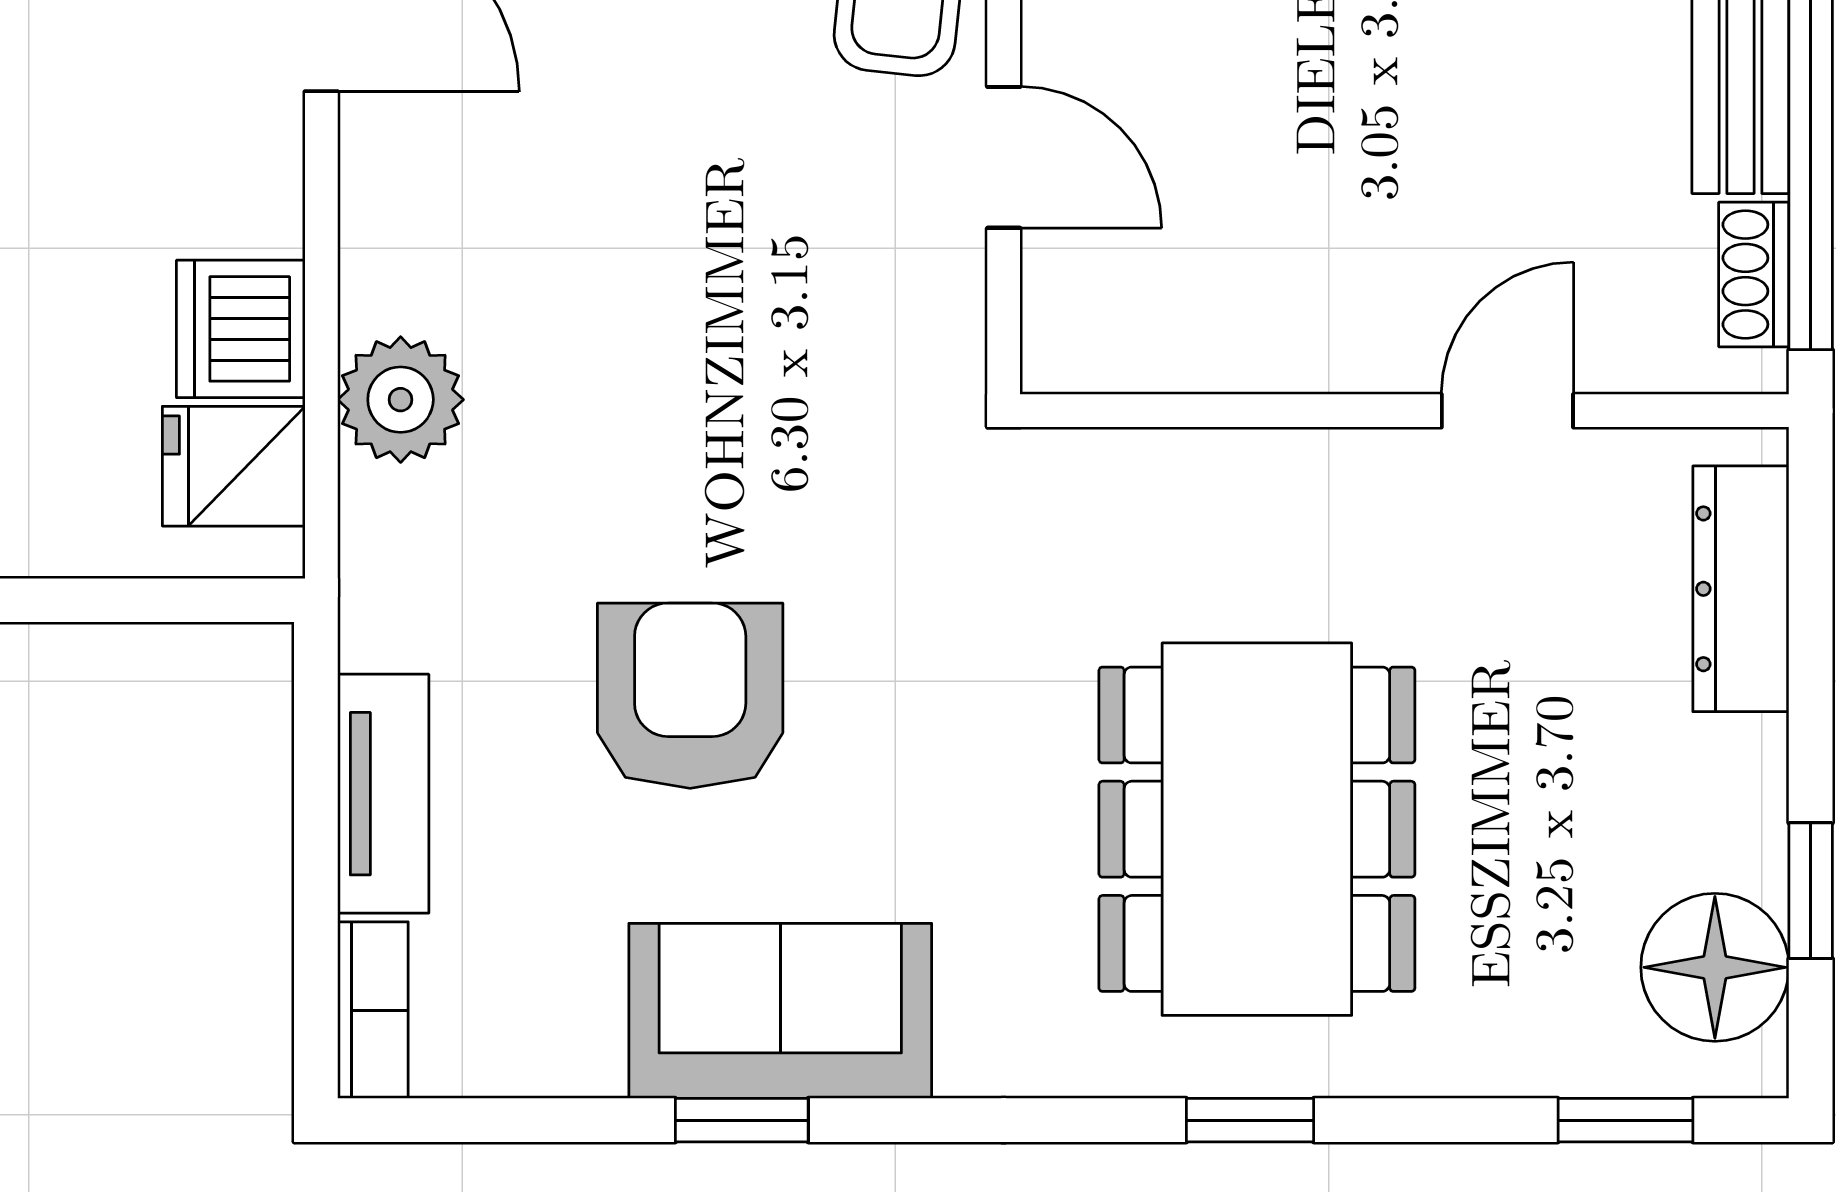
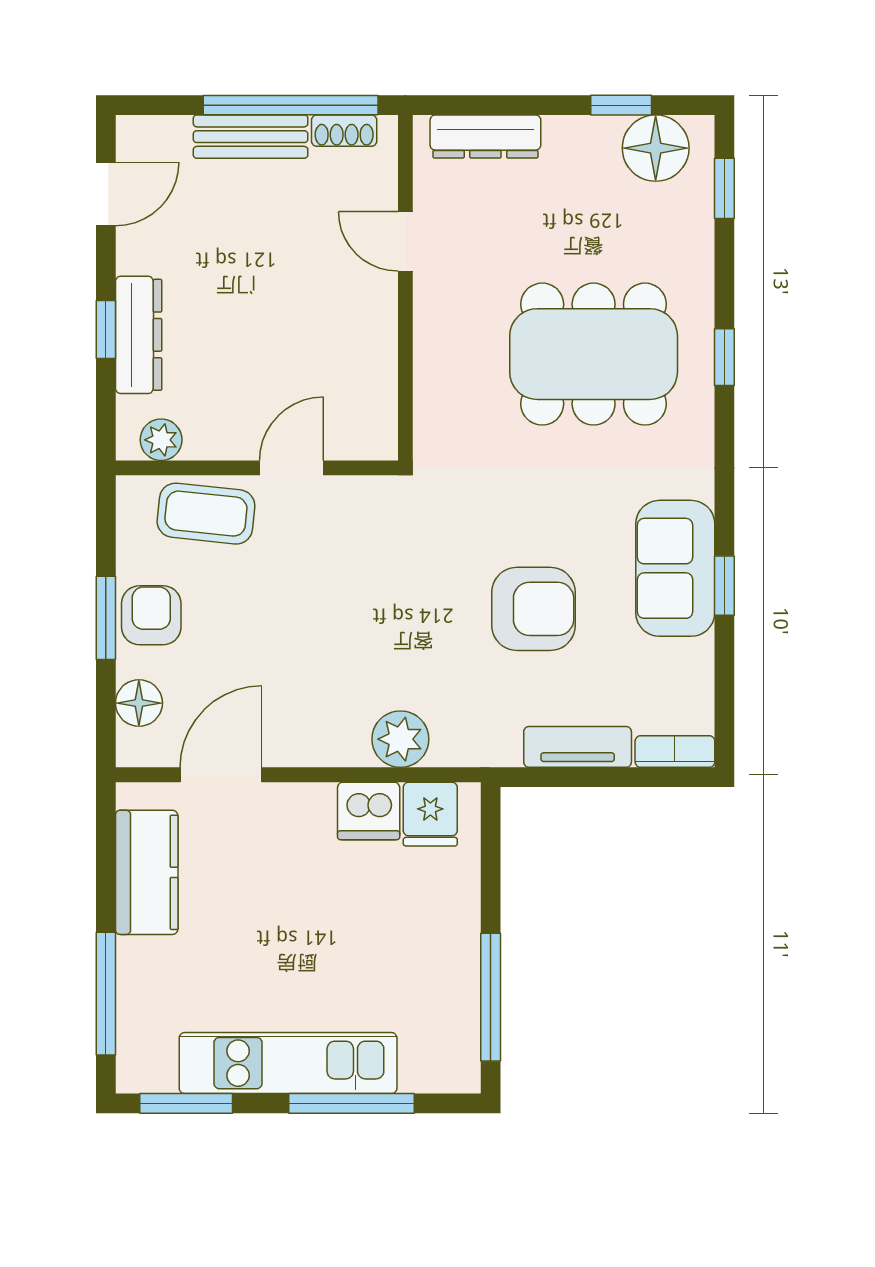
armchair: (690, 696) -> (534, 609), turned 180

